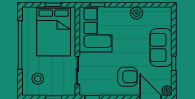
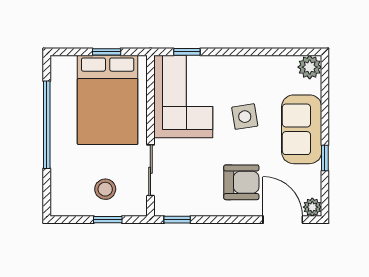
plant: (136, 13) -> (310, 67), moved
side table: (129, 40) -> (245, 117), added
stool: (38, 79) -> (105, 189), moved

